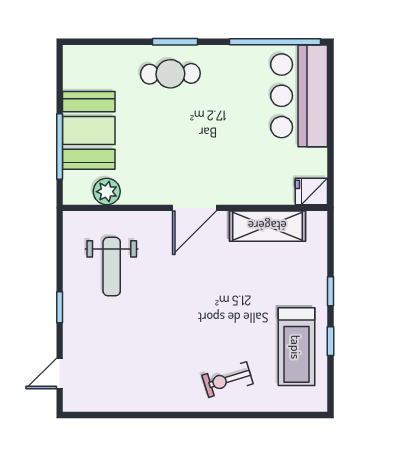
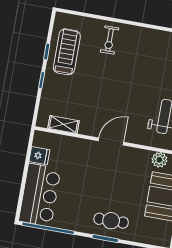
fridge: (311, 191) -> (39, 156), moved
shelving: (267, 226) -> (64, 125), width x0.67, depth x0.75
exercise bike: (228, 380) -> (110, 40), turned 107

